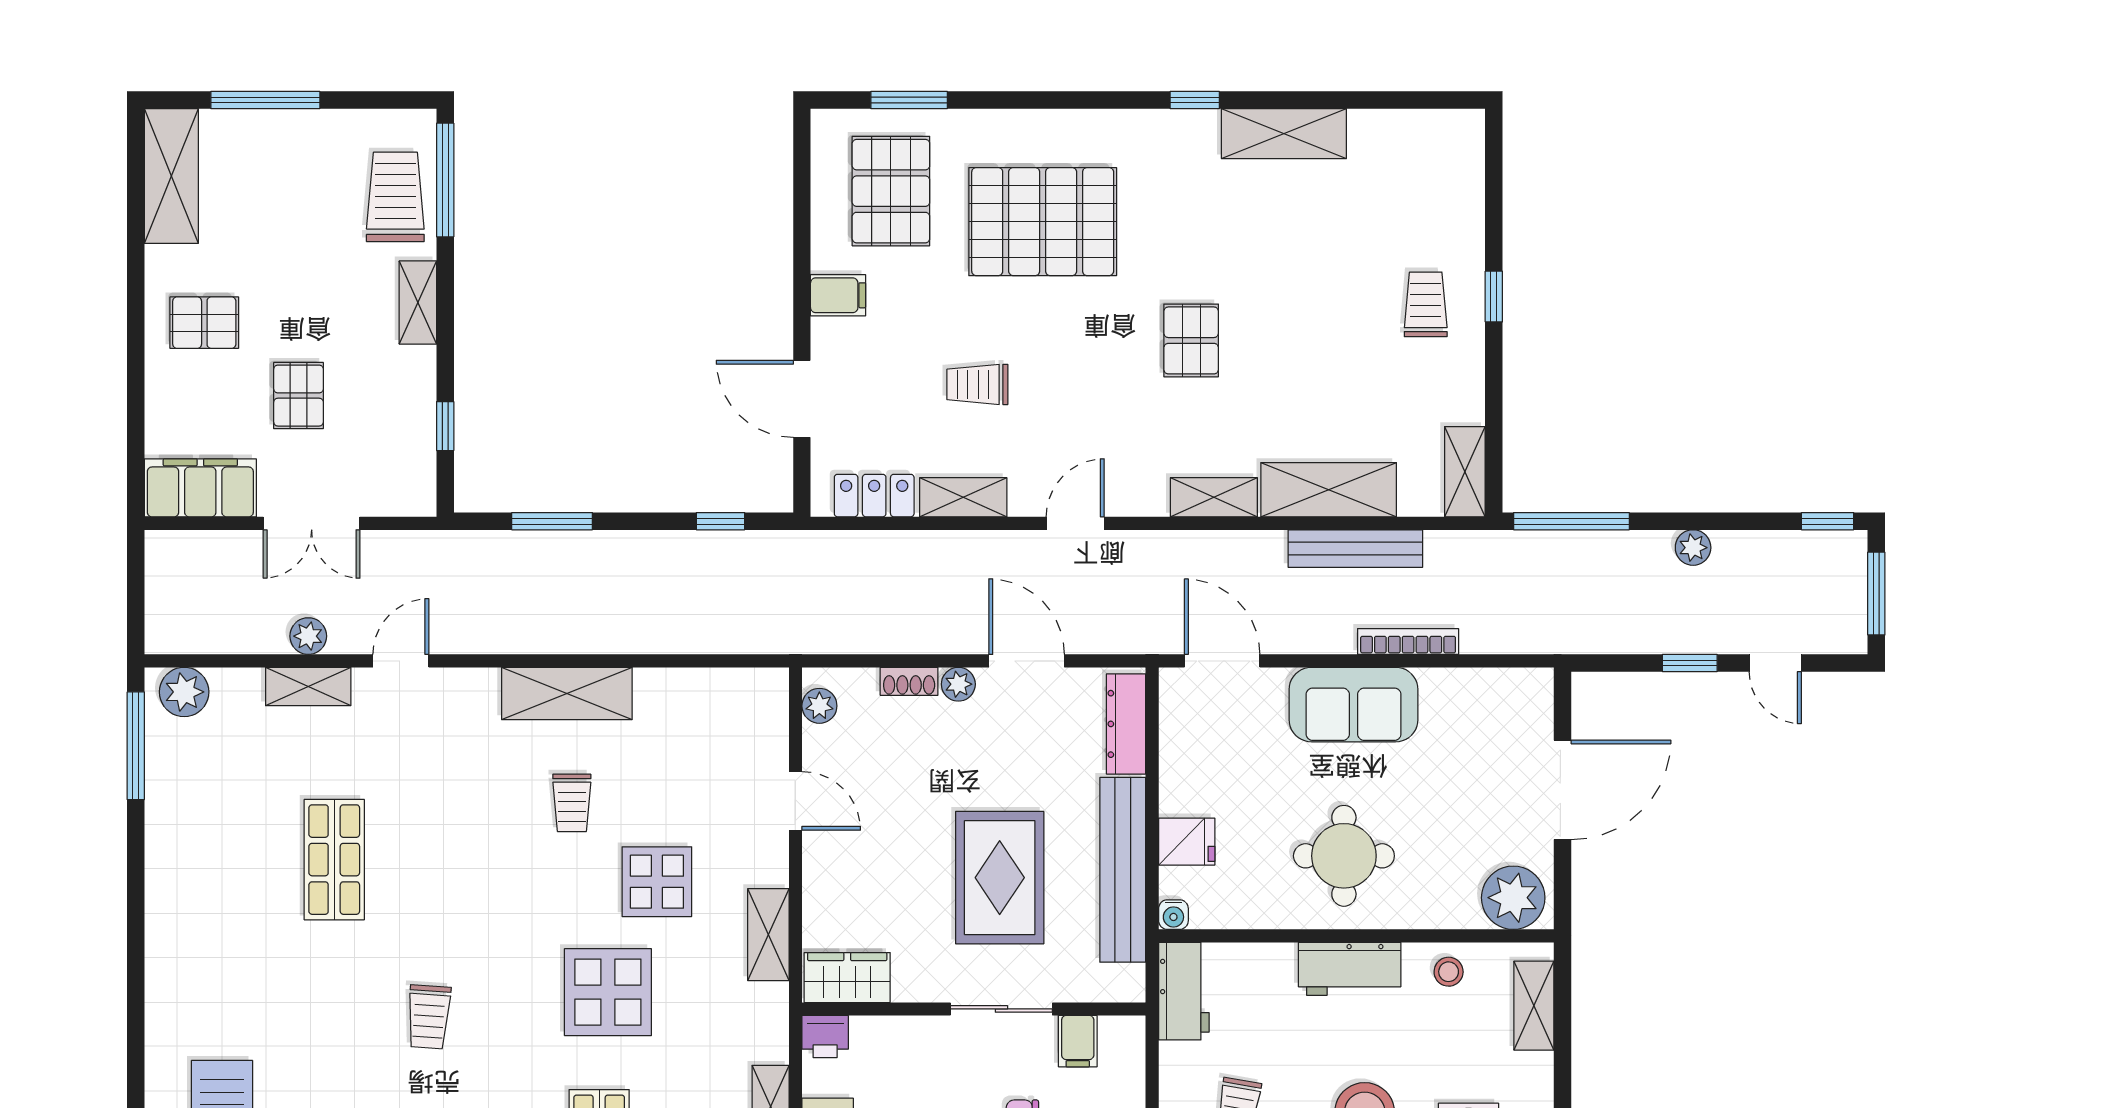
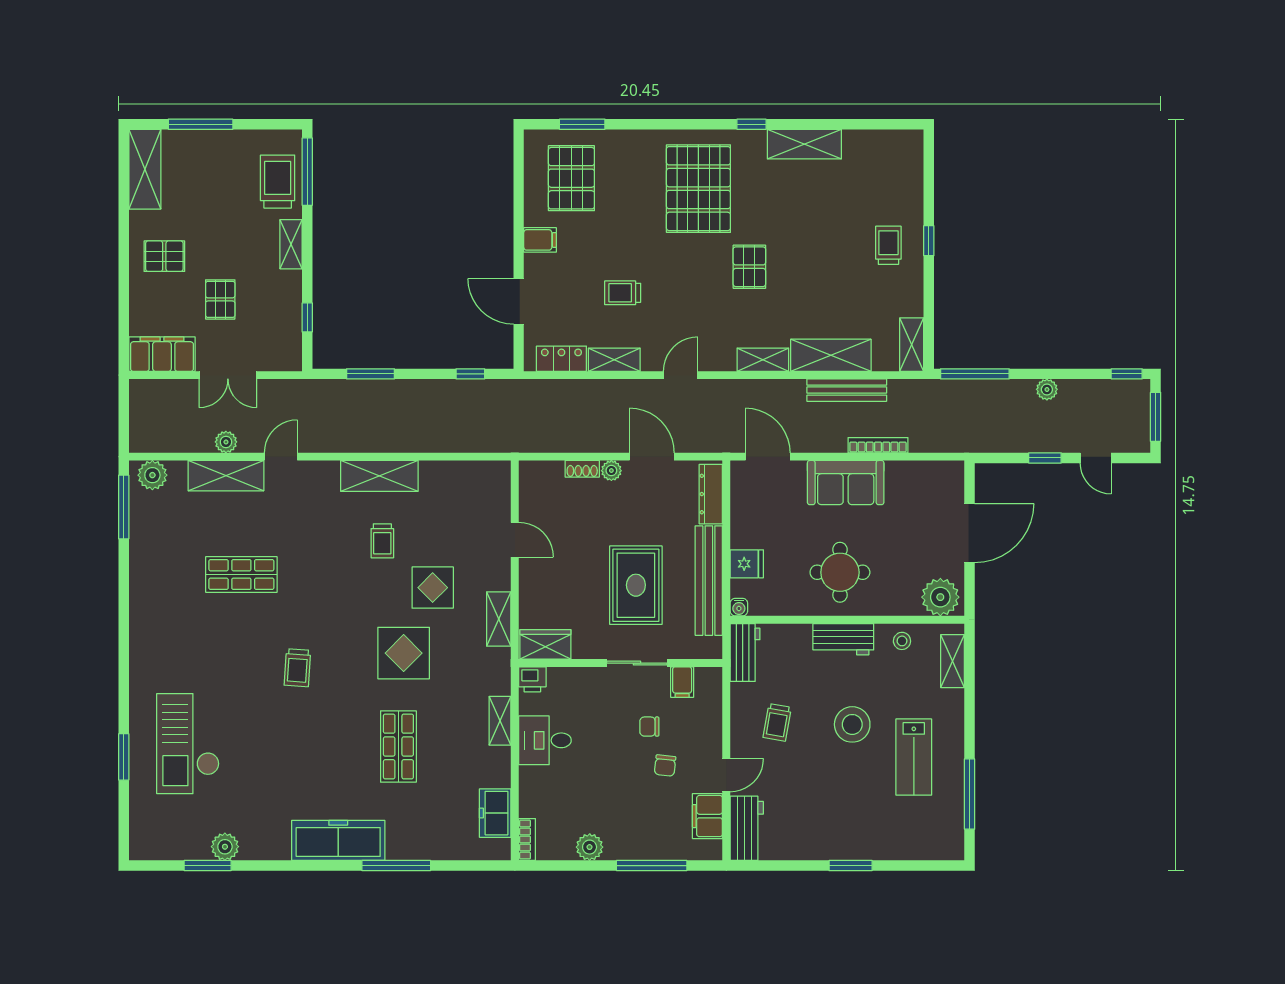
pallet: (1043, 222) -> (698, 189), moved, turned 90
shelving: (308, 686) -> (226, 476), width x1.50, depth x1.33
plant: (819, 706) -> (529, 483), removed
shop shelf: (334, 860) -> (241, 574), turned 90

